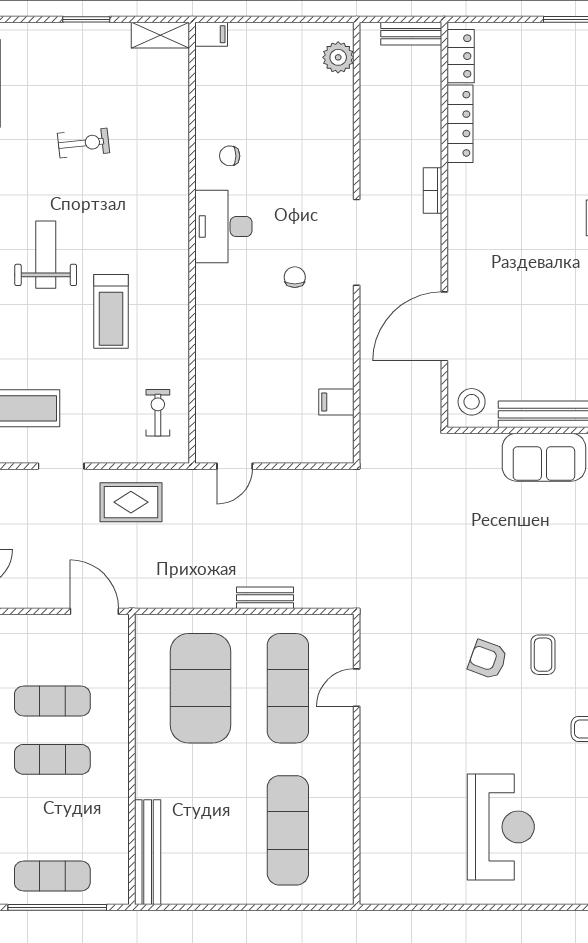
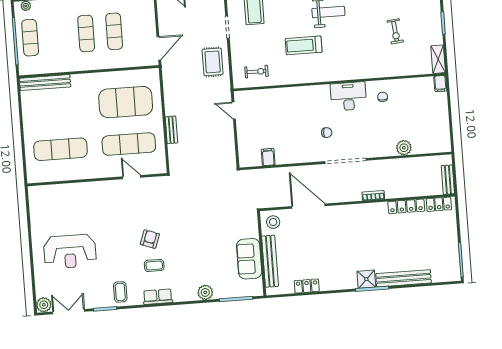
plant: (338, 57) -> (404, 148), moved
exercise bike: (83, 143) -> (395, 31), moved

